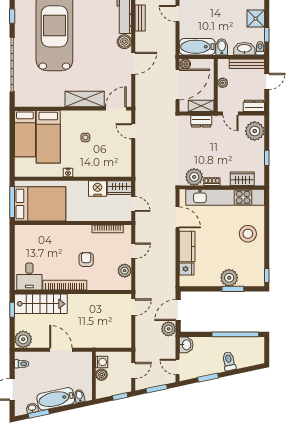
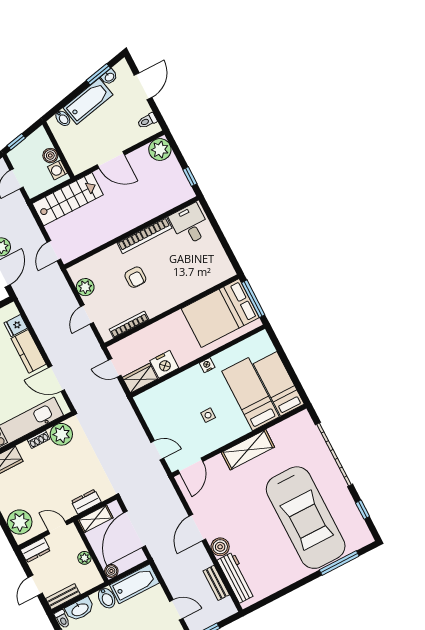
boiler: (185, 64) -> (111, 571), moved
bench: (247, 64) -> (63, 596), width x0.73
shelving: (85, 99) -> (248, 450), moved
stairs: (41, 304) -> (68, 199), moved, turned 180

